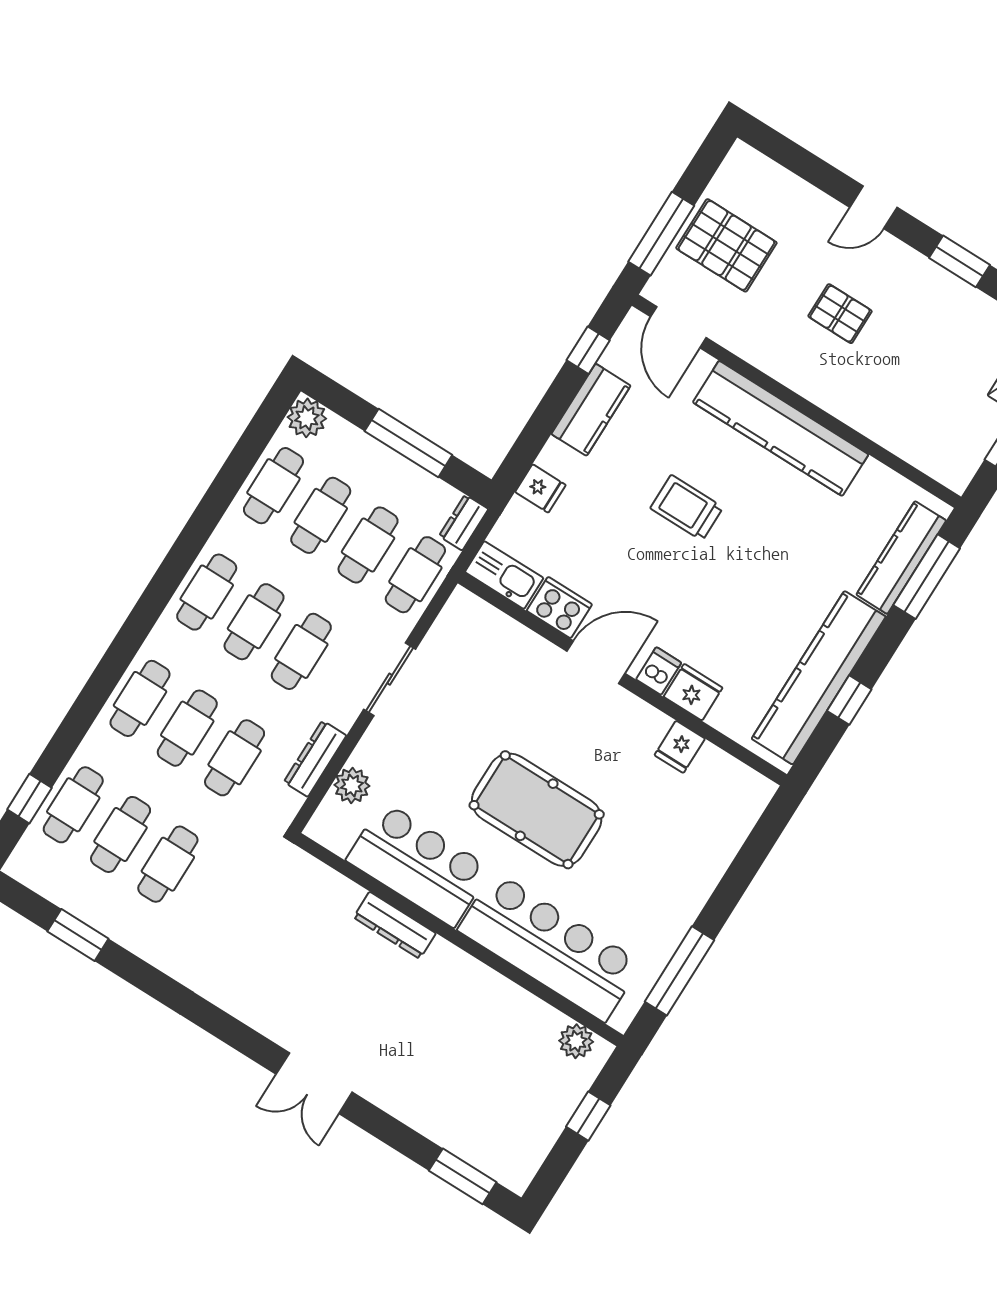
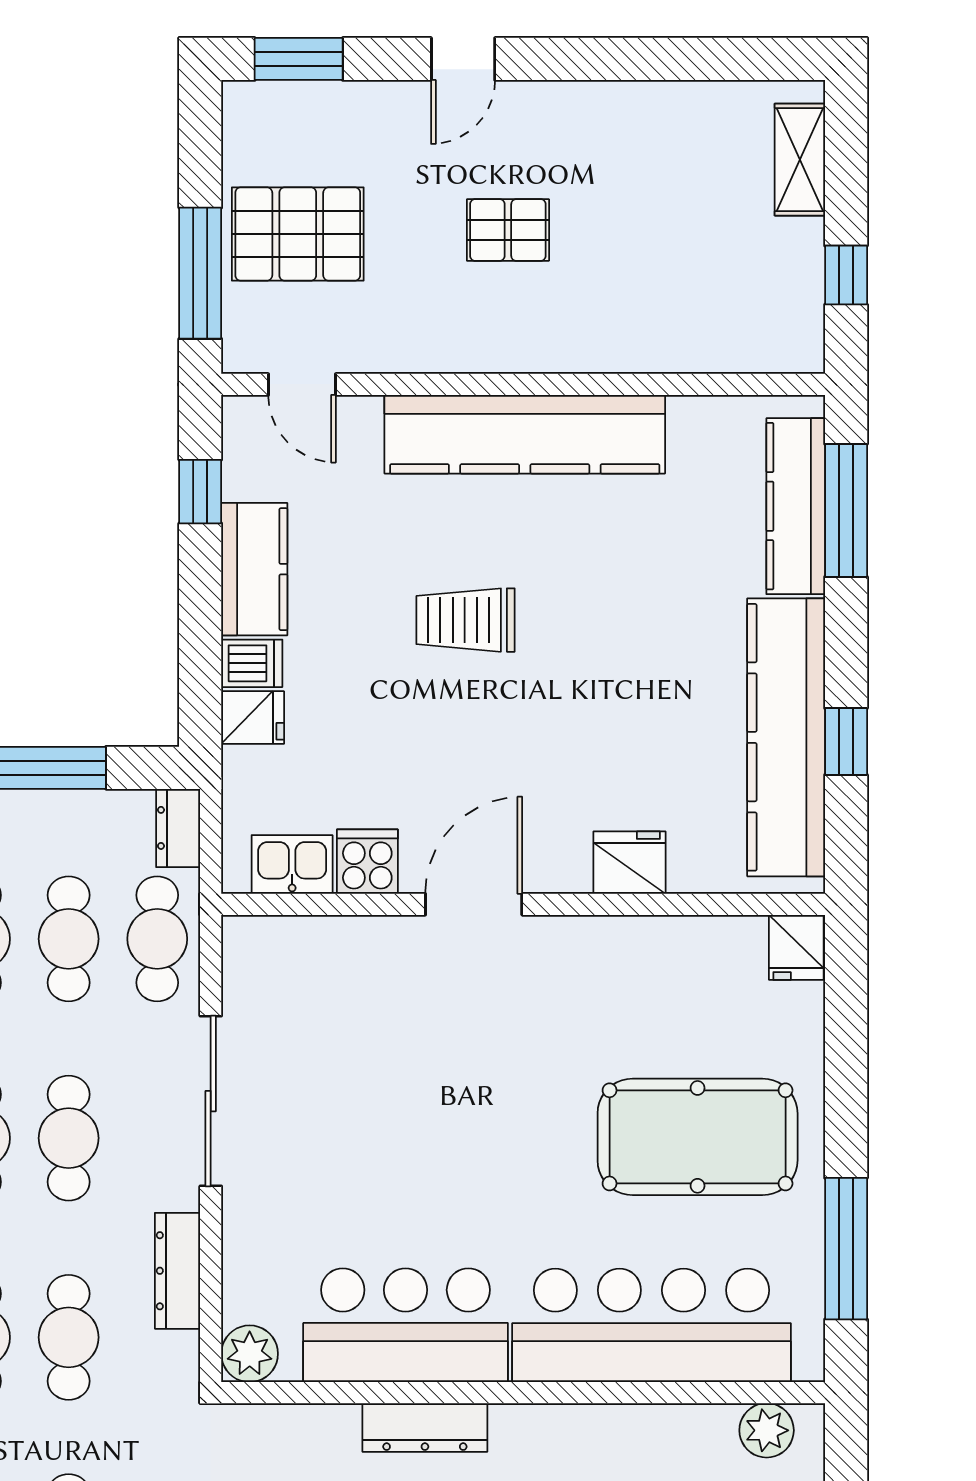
window: (959, 261) -> (299, 59), moved
door: (678, 327) -> (302, 384), width x0.73
kitchen sink: (504, 575) -> (292, 864), width x0.73
cooker: (559, 608) -> (367, 862), width x0.73
dishwasher: (659, 671) -> (252, 663), moved, turned 90
sliding door: (390, 679) -> (211, 1101), width x1.37
fridge: (680, 747) -> (796, 947), moved
plant: (352, 785) -> (250, 1354), moved
pool table: (537, 810) -> (698, 1137), moved

